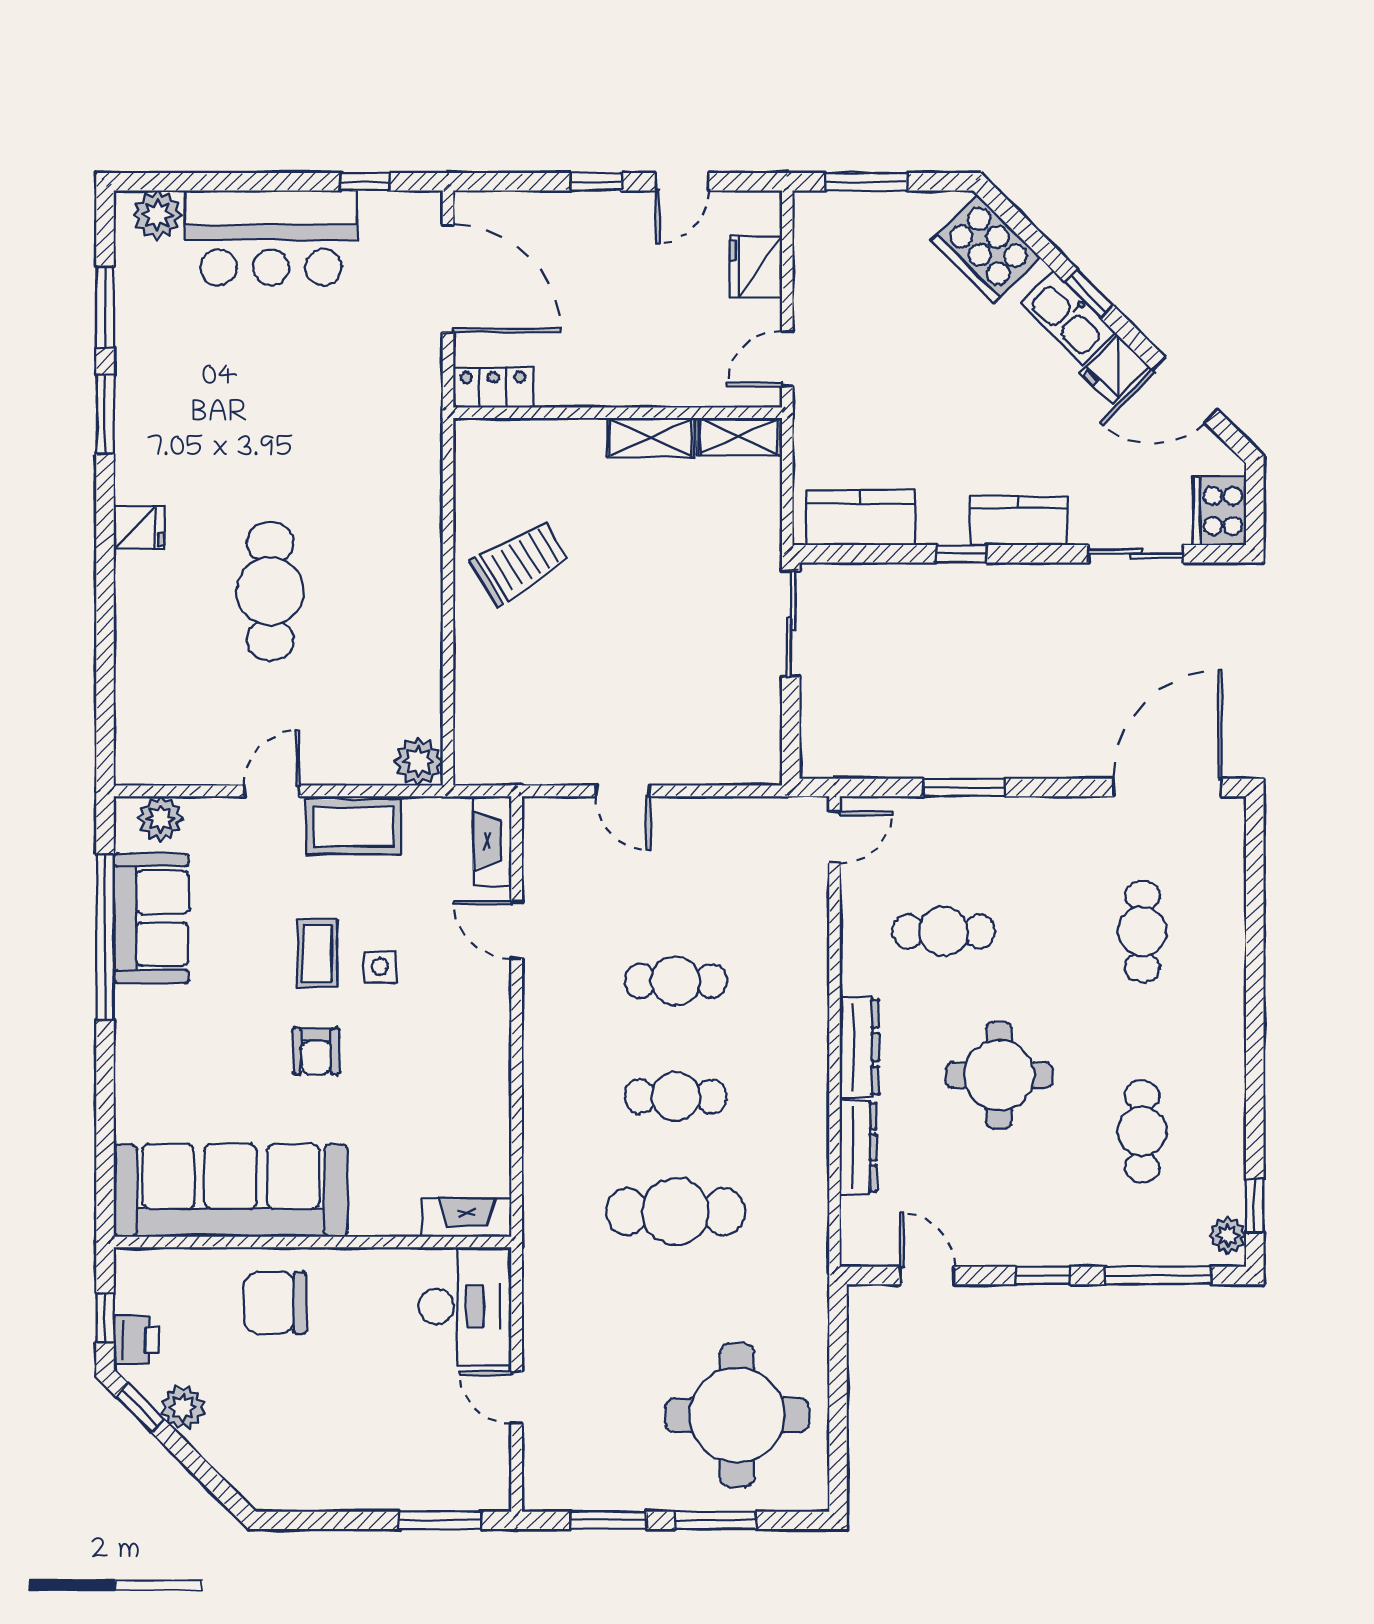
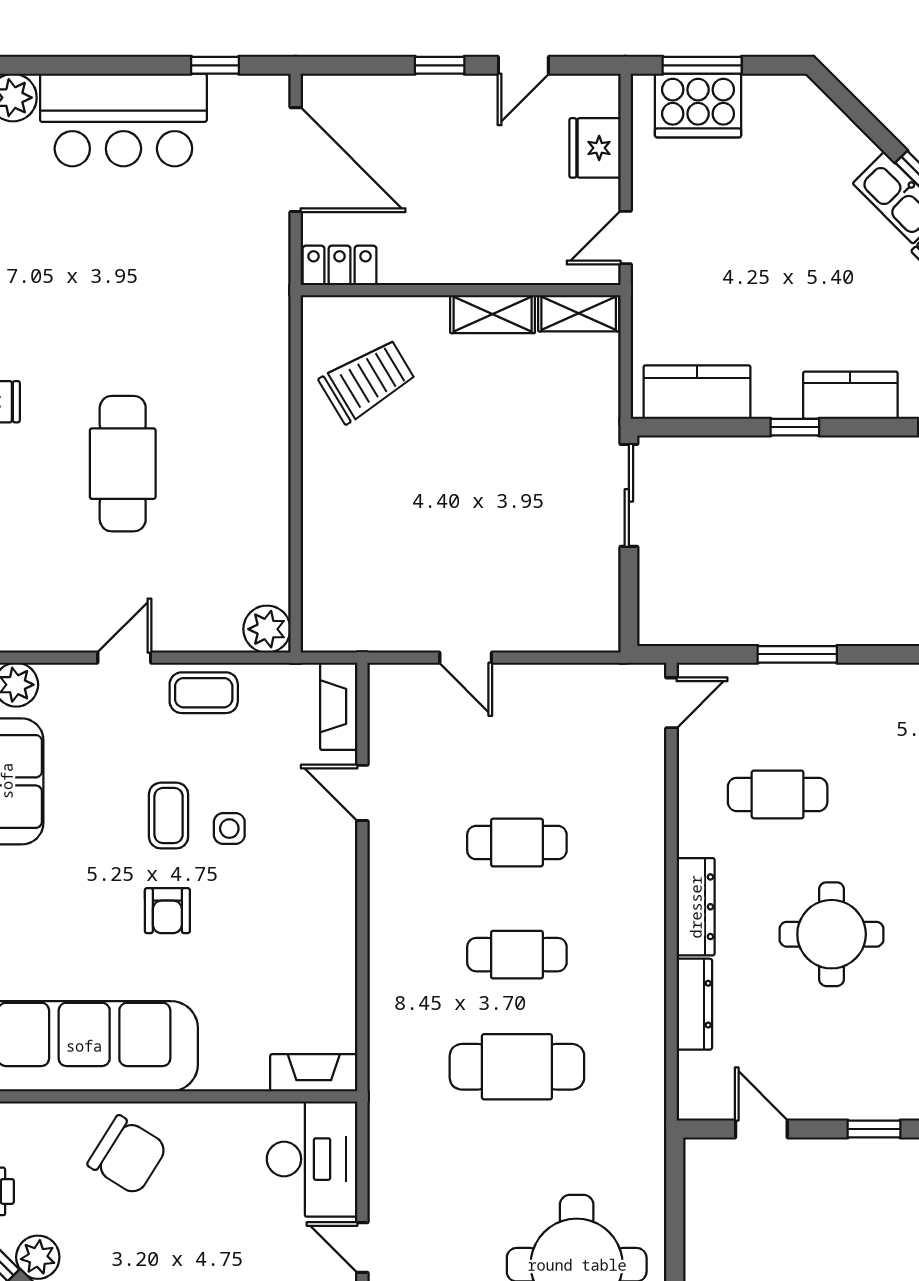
cooker: (986, 249) -> (698, 106), moved, turned -45
trolley: (520, 562) -> (367, 381), moved
coffee table: (353, 827) -> (204, 693), width x0.73, depth x0.77
chair: (275, 1303) -> (128, 1155), turned -148

